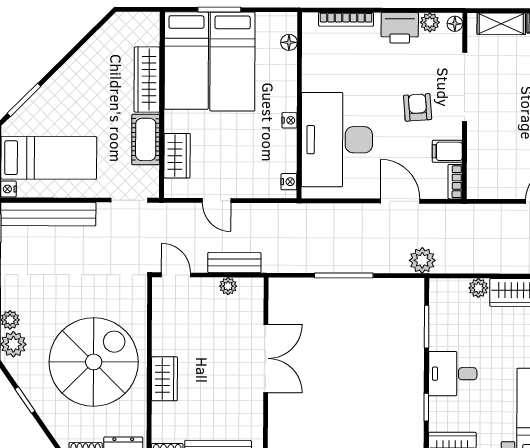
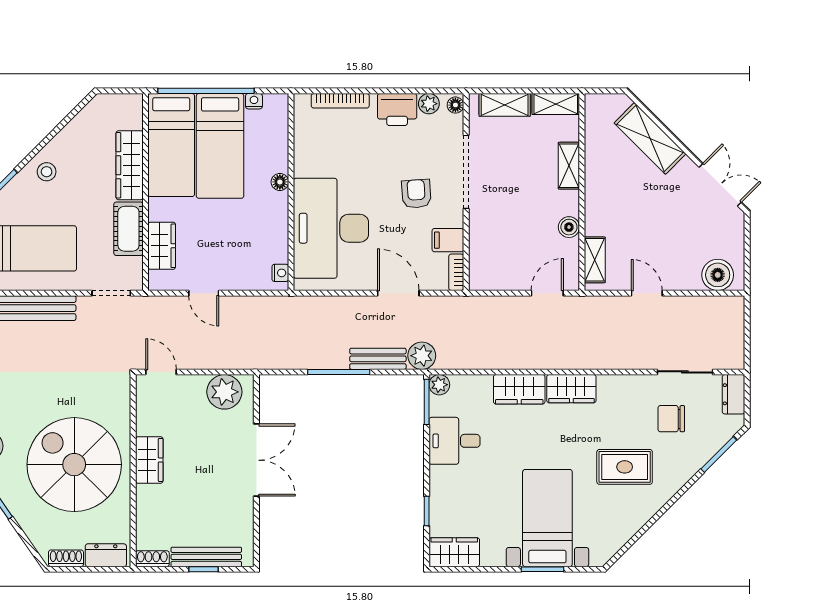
window: (219, 10) -> (206, 91), width x2.11
floor lamp: (289, 42) -> (280, 182), moved
stool: (69, 85) -> (47, 172), added
nightstand: (289, 120) -> (254, 101), moved, turned -90
bench: (234, 263) -> (378, 359), moved
plant: (228, 286) -> (224, 392), width x1.88, depth x1.88
plant: (478, 288) -> (439, 385), moved
window: (427, 327) -> (427, 402), moved
spiral stairs: (94, 362) -> (74, 465), turned -90
desk: (453, 374) -> (455, 441), moved
wardrobe: (164, 379) -> (149, 460), moved

